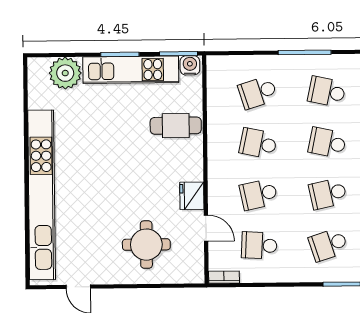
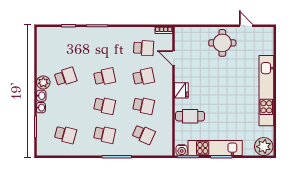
plant: (65, 73) -> (264, 147), moved
school desk: (258, 92) -> (144, 134), turned 42
kitchen unit: (42, 195) -> (266, 91), width x0.73
fridge: (192, 196) -> (181, 90), moved
round table: (146, 245) -> (222, 43), moved
school desk: (328, 245) -> (104, 48), removed

